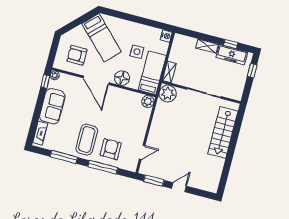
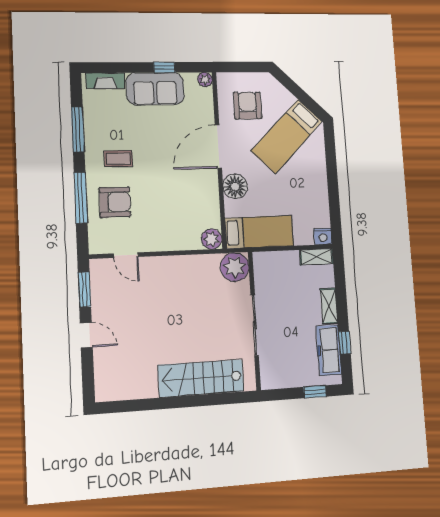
side table: (137, 52) -> (284, 198), removed
shelving: (169, 72) -> (317, 257), moved
window: (45, 81) -> (164, 67), moved
coffee table: (87, 140) -> (118, 159), width x0.54, depth x0.58

